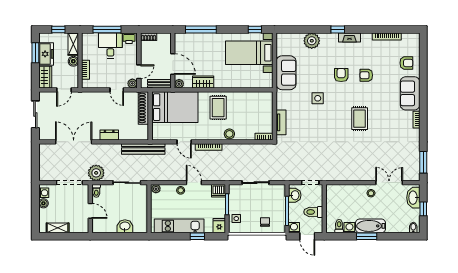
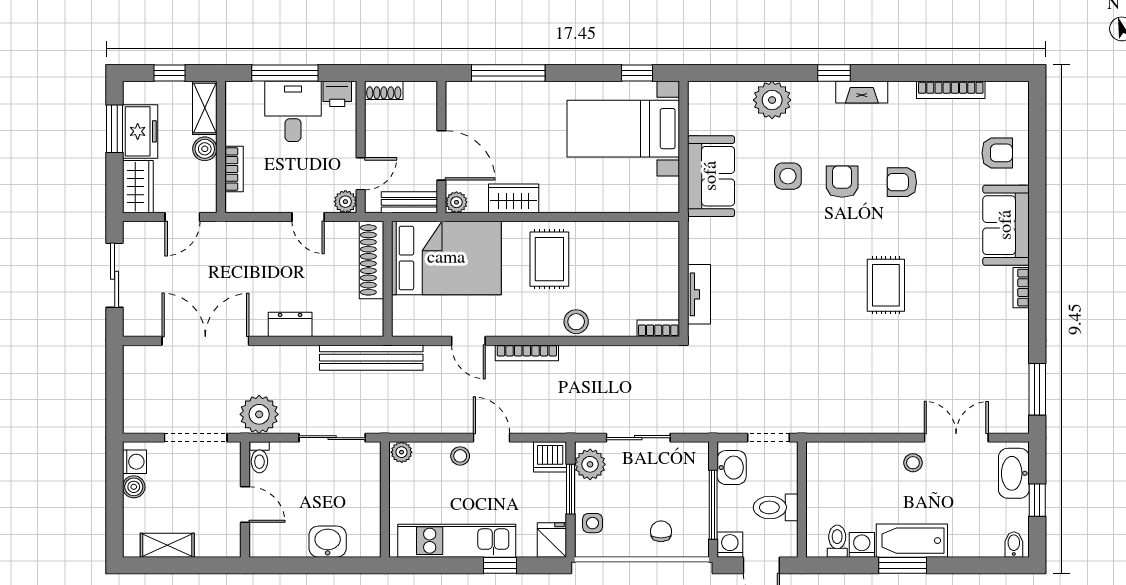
side table: (318, 98) -> (788, 176), moved
plant: (235, 194) -> (590, 464), added

